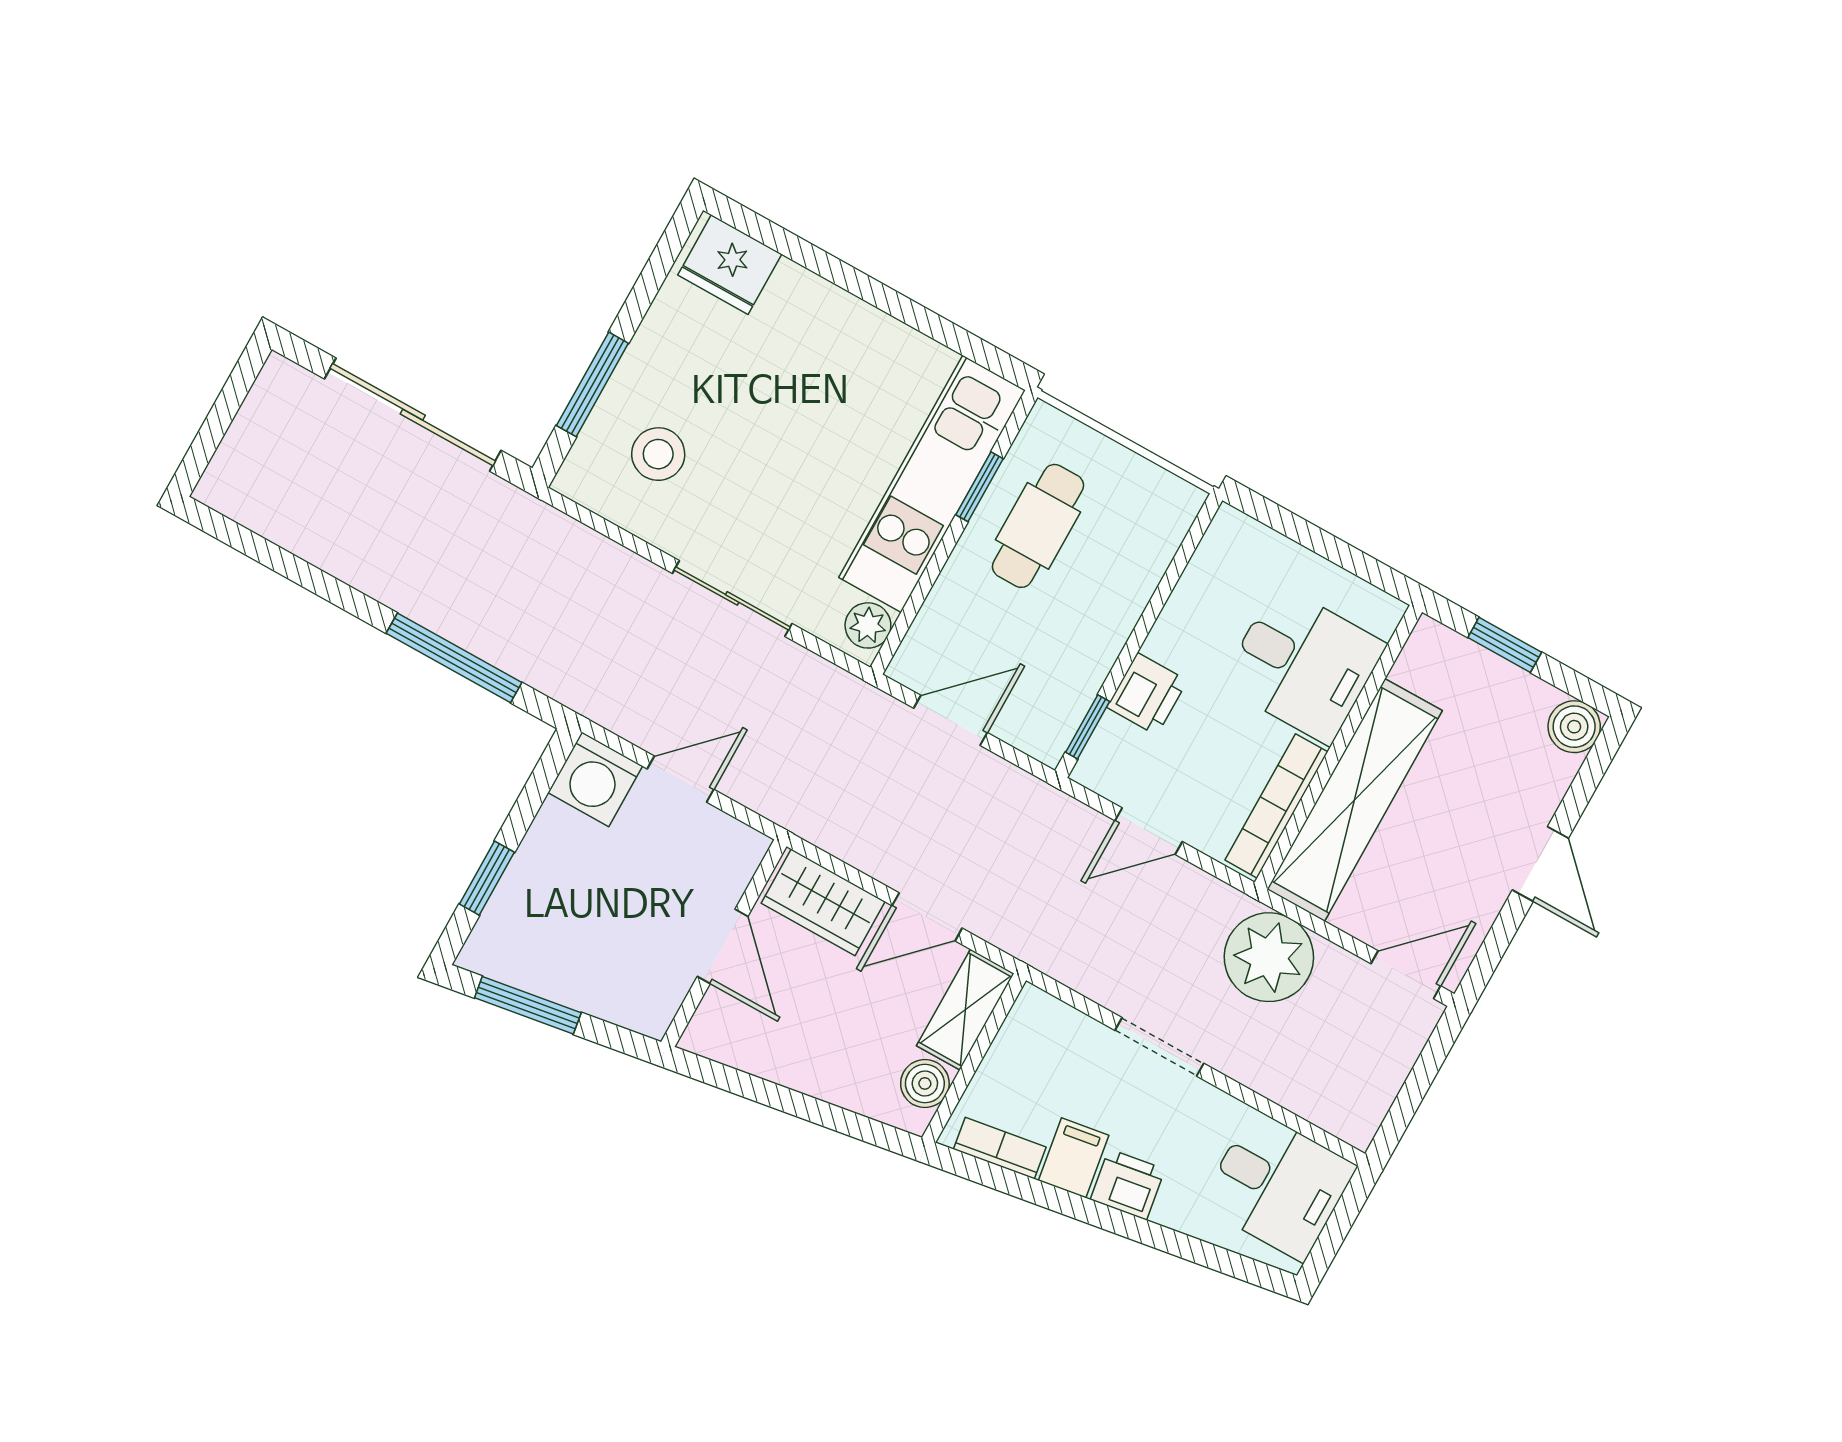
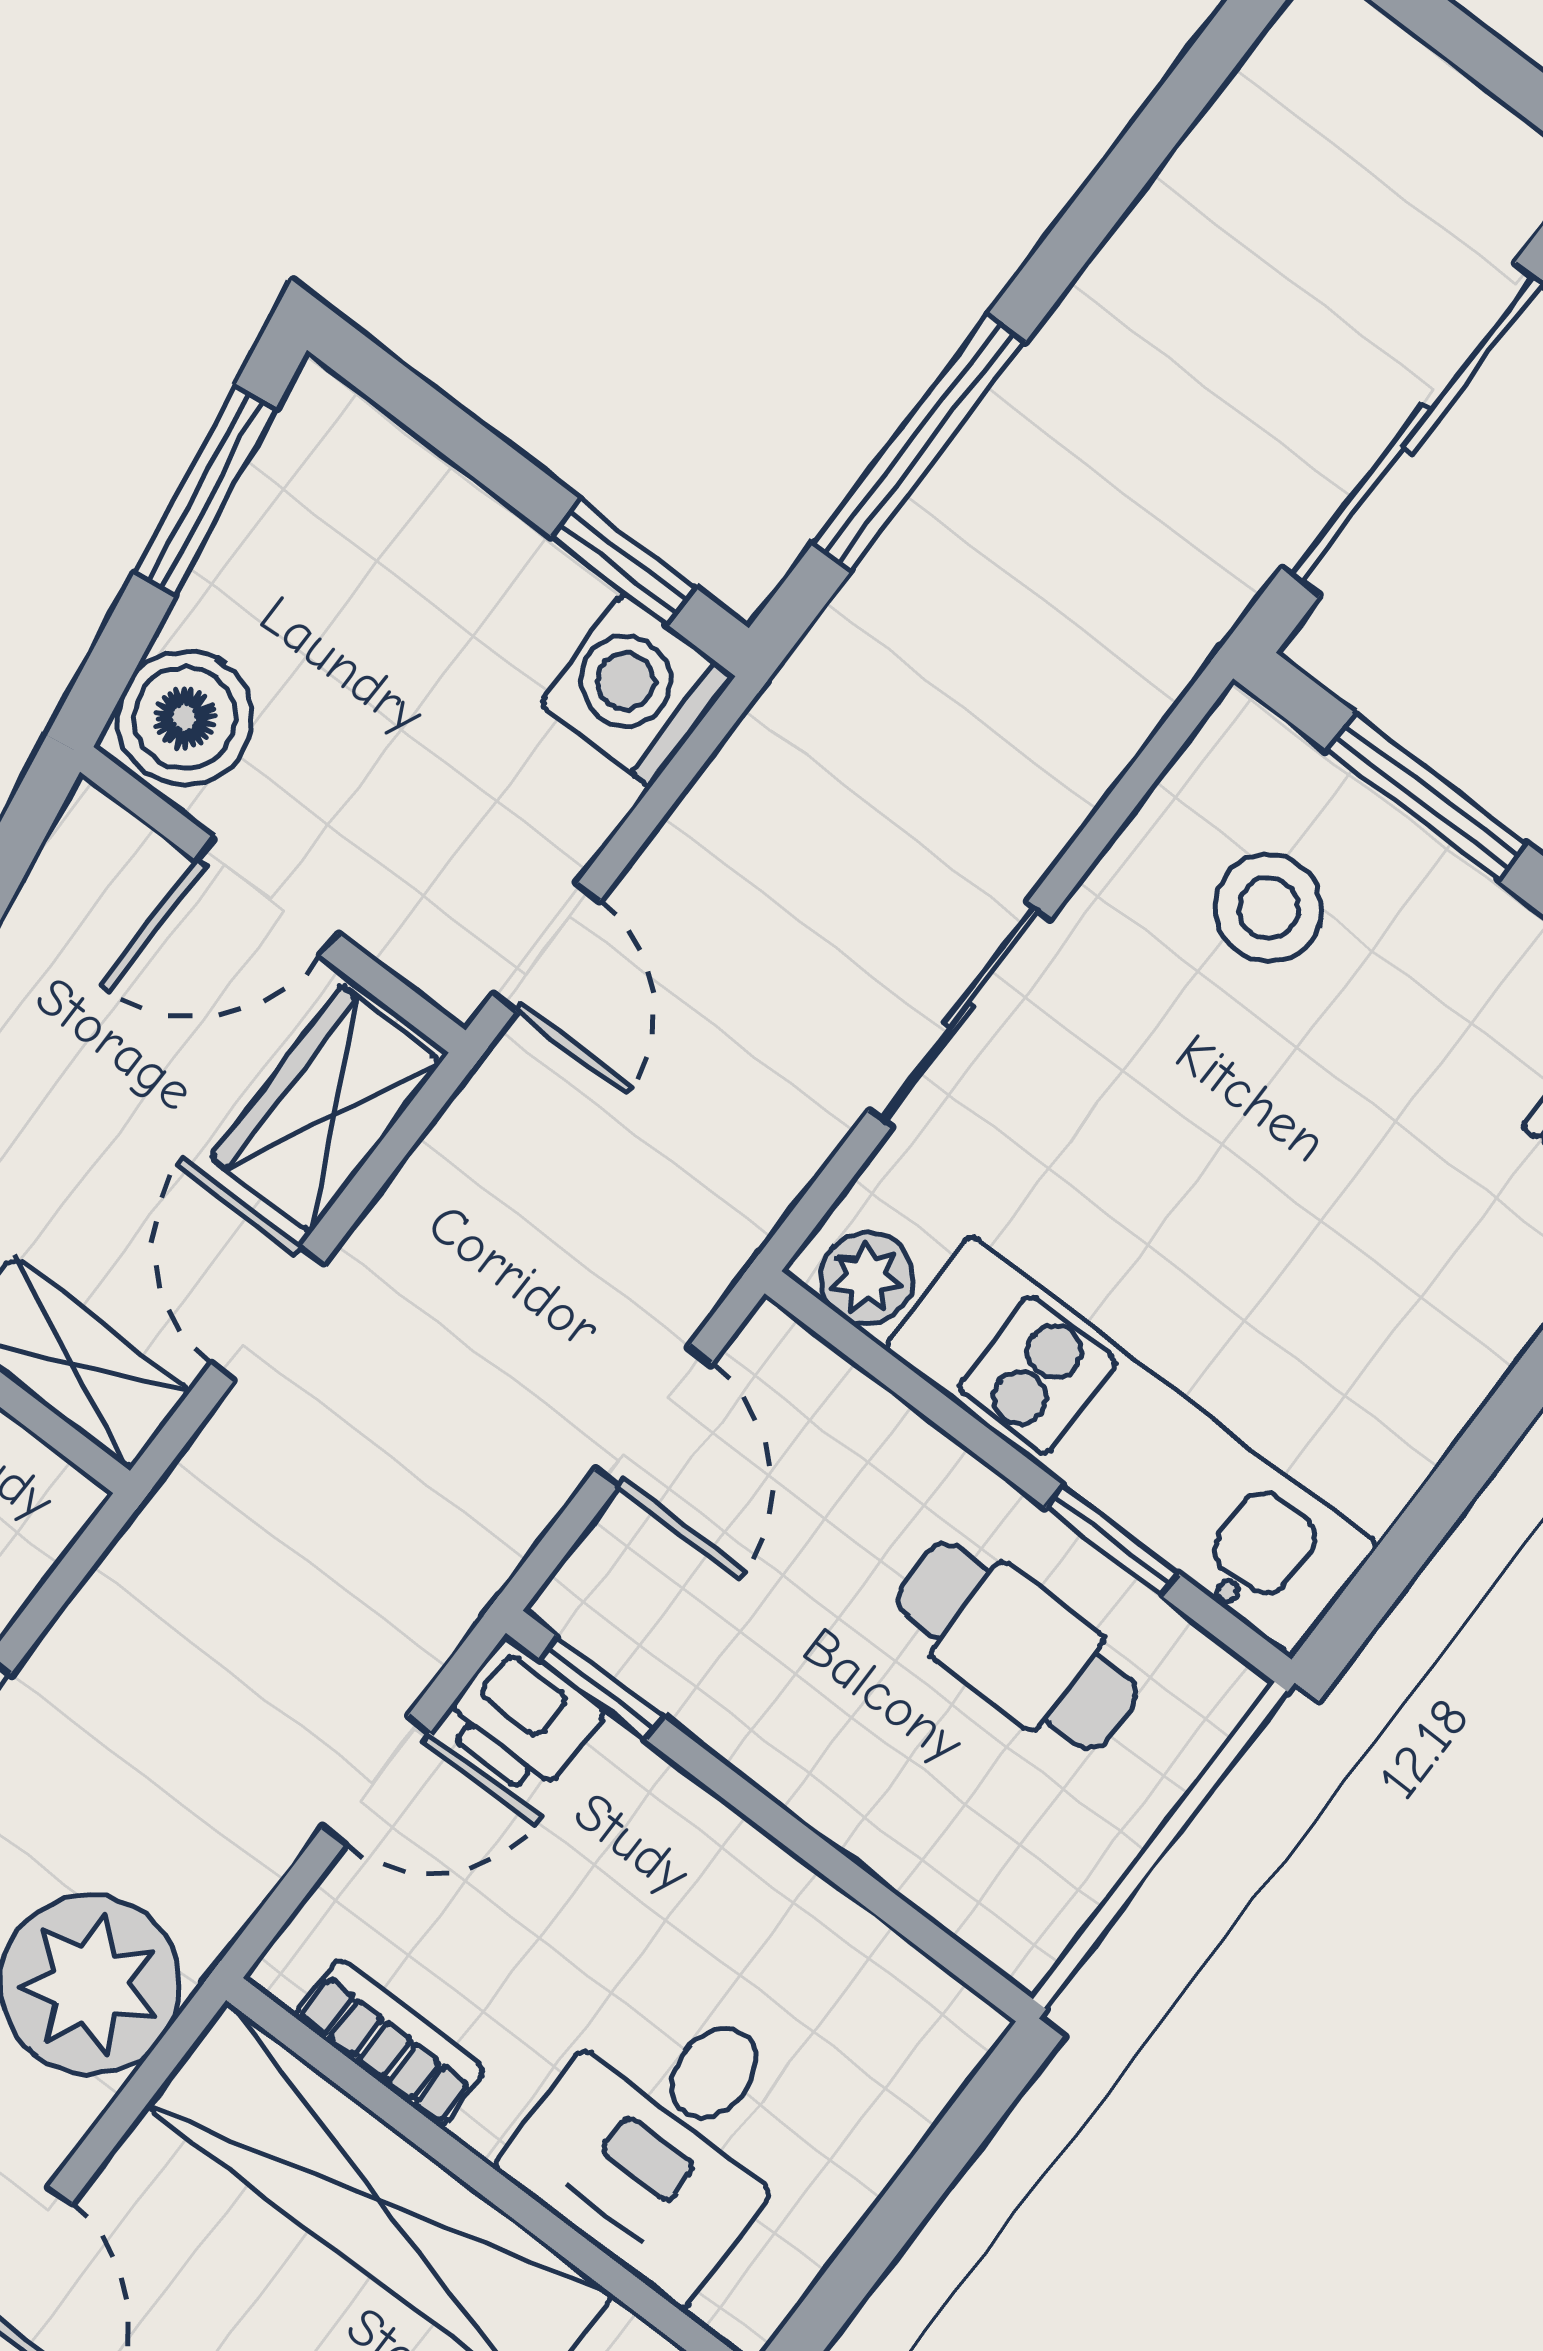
printer: (1147, 694) -> (522, 1718), moved
door: (680, 779) -> (547, 947), moved
bookcase: (1276, 806) -> (390, 2043), width x0.64
door: (1149, 831) -> (376, 1780), swing flipped
window: (487, 878) -> (624, 562), moved
boiler: (641, 999) -> (185, 718), added

